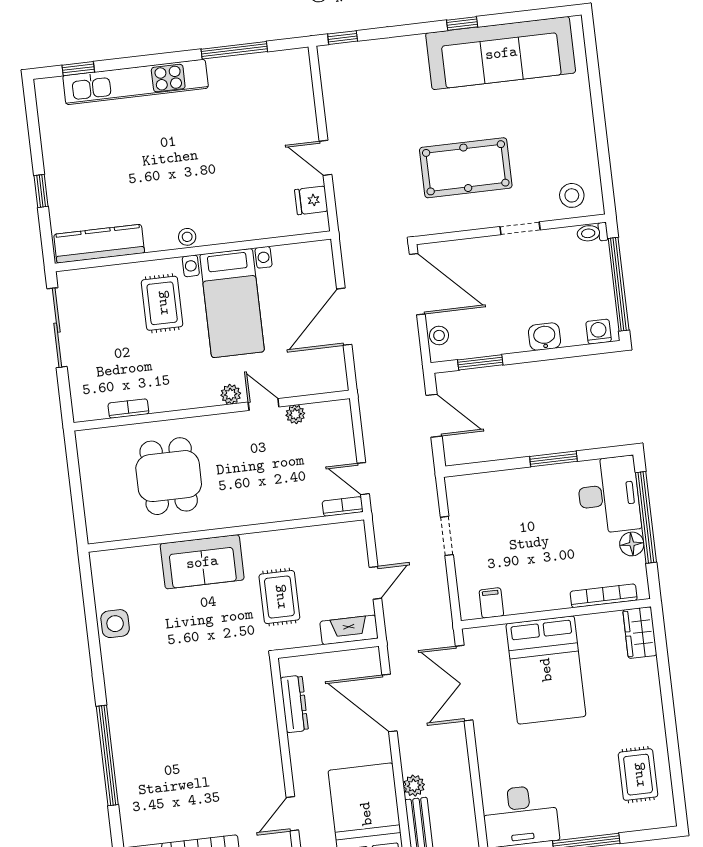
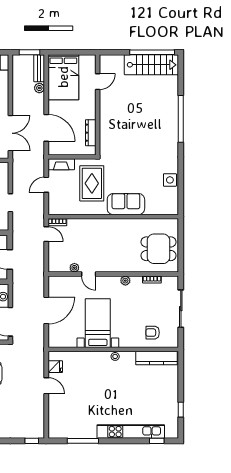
window: (41, 191) -> (181, 410), moved
armchair: (114, 297) -> (153, 333), added
rug: (162, 303) -> (130, 327), removed
sliding door: (57, 328) -> (181, 309), moved
plant: (231, 394) -> (125, 281), moved
dining table: (169, 476) -> (159, 249), moved, turned 90
rug: (279, 597) -> (92, 183), width x1.36, depth x1.43

